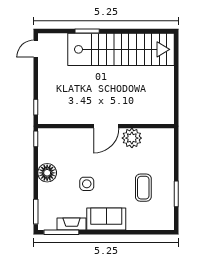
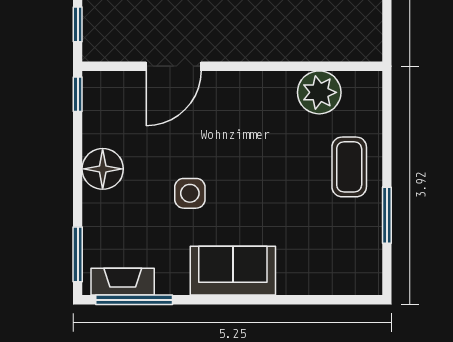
door: (106, 126) -> (174, 66), moved
plant: (132, 138) -> (319, 92), moved
coffee table: (143, 188) -> (349, 167), moved
fireplace: (72, 224) -> (123, 282), moved

